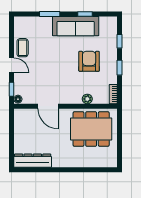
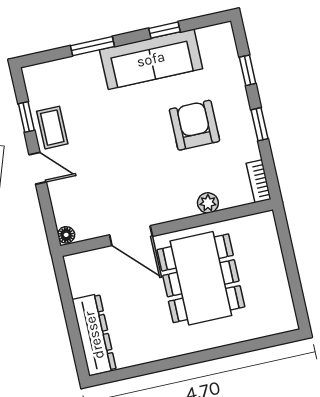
window: (12, 89) -> (26, 117), moved
dining table: (91, 129) -> (201, 278), moved, turned 90
dresser: (33, 161) -> (94, 335), moved, turned 90

